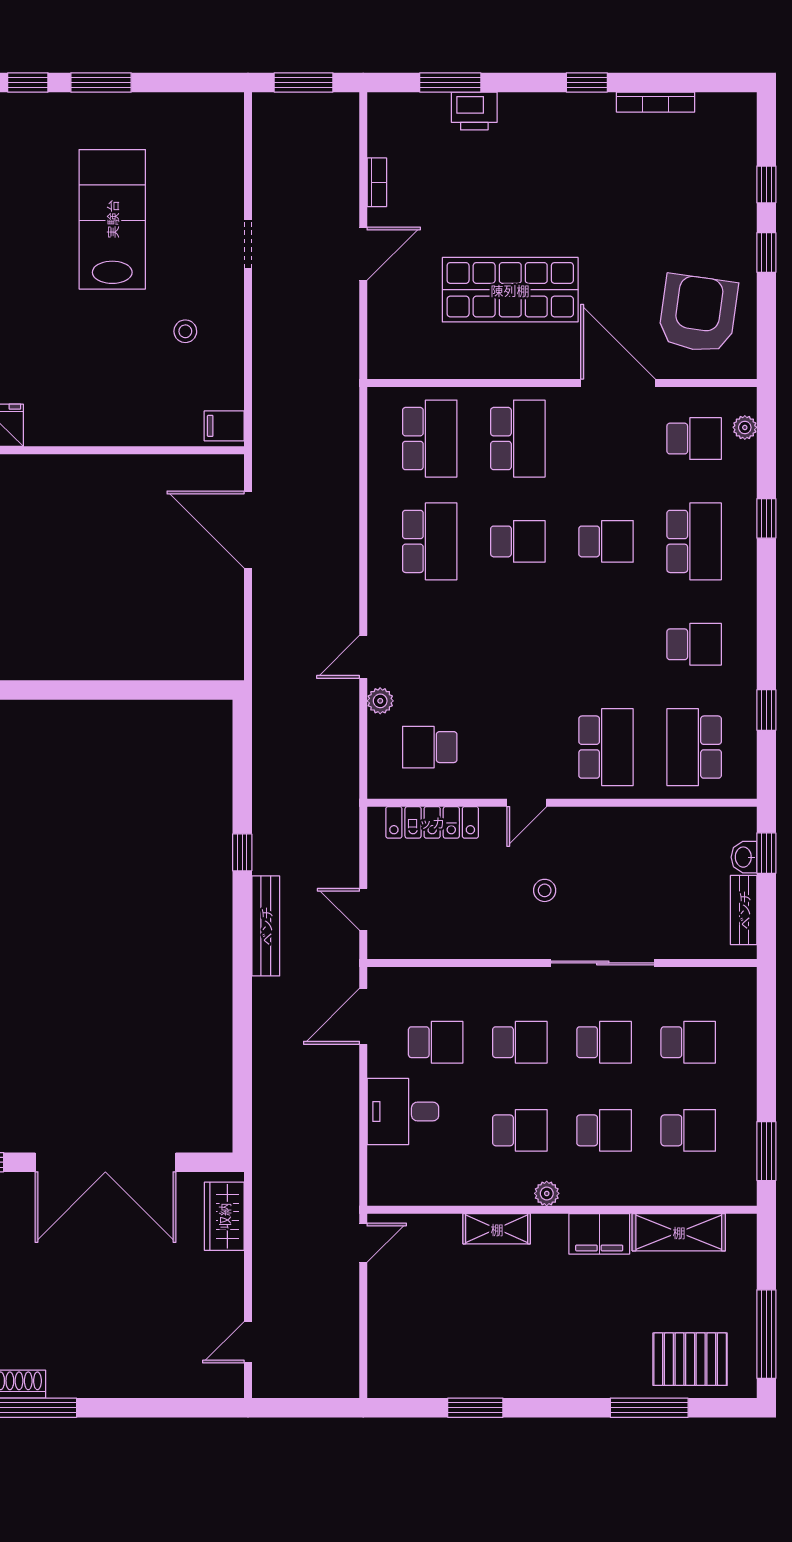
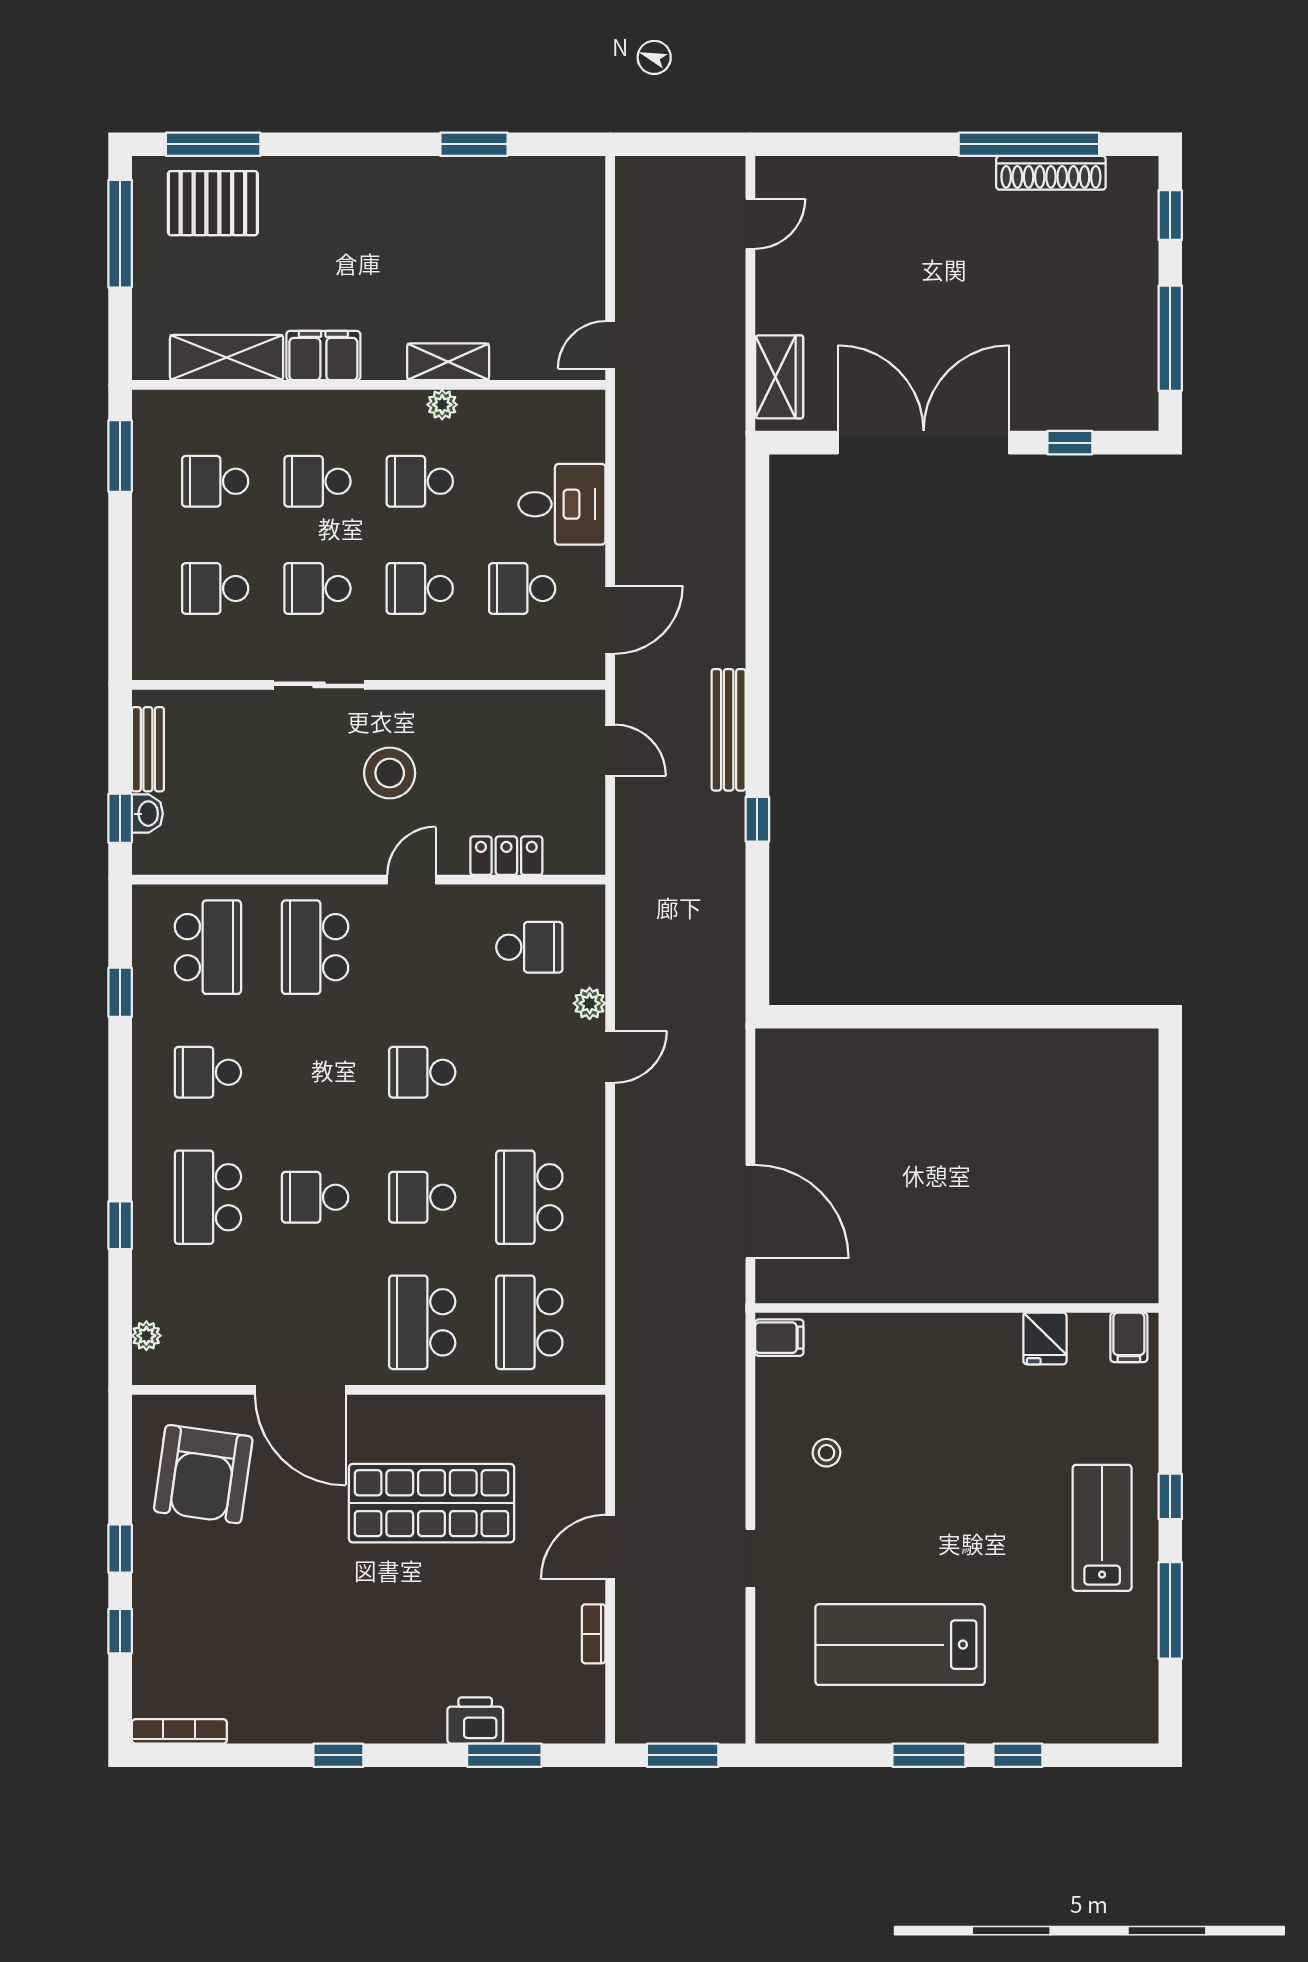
bookcase: (656, 102) -> (179, 1731), moved
lab bench: (112, 219) -> (900, 1645), moved, turned 90
school desk: (694, 439) -> (422, 1072), moved
locker: (432, 822) -> (506, 856), width x0.66
stool: (545, 890) -> (390, 773), width x1.89, depth x1.89
sliding door: (603, 963) -> (319, 685), width x0.73
plant: (547, 1193) -> (442, 405), moved
window: (649, 1408) -> (213, 144), moved

